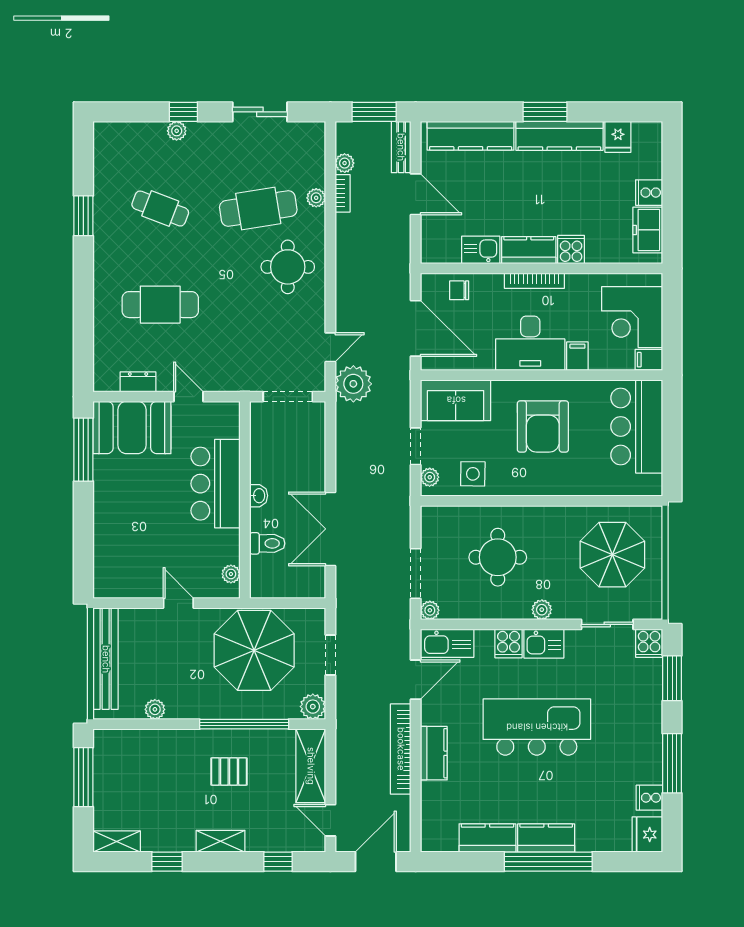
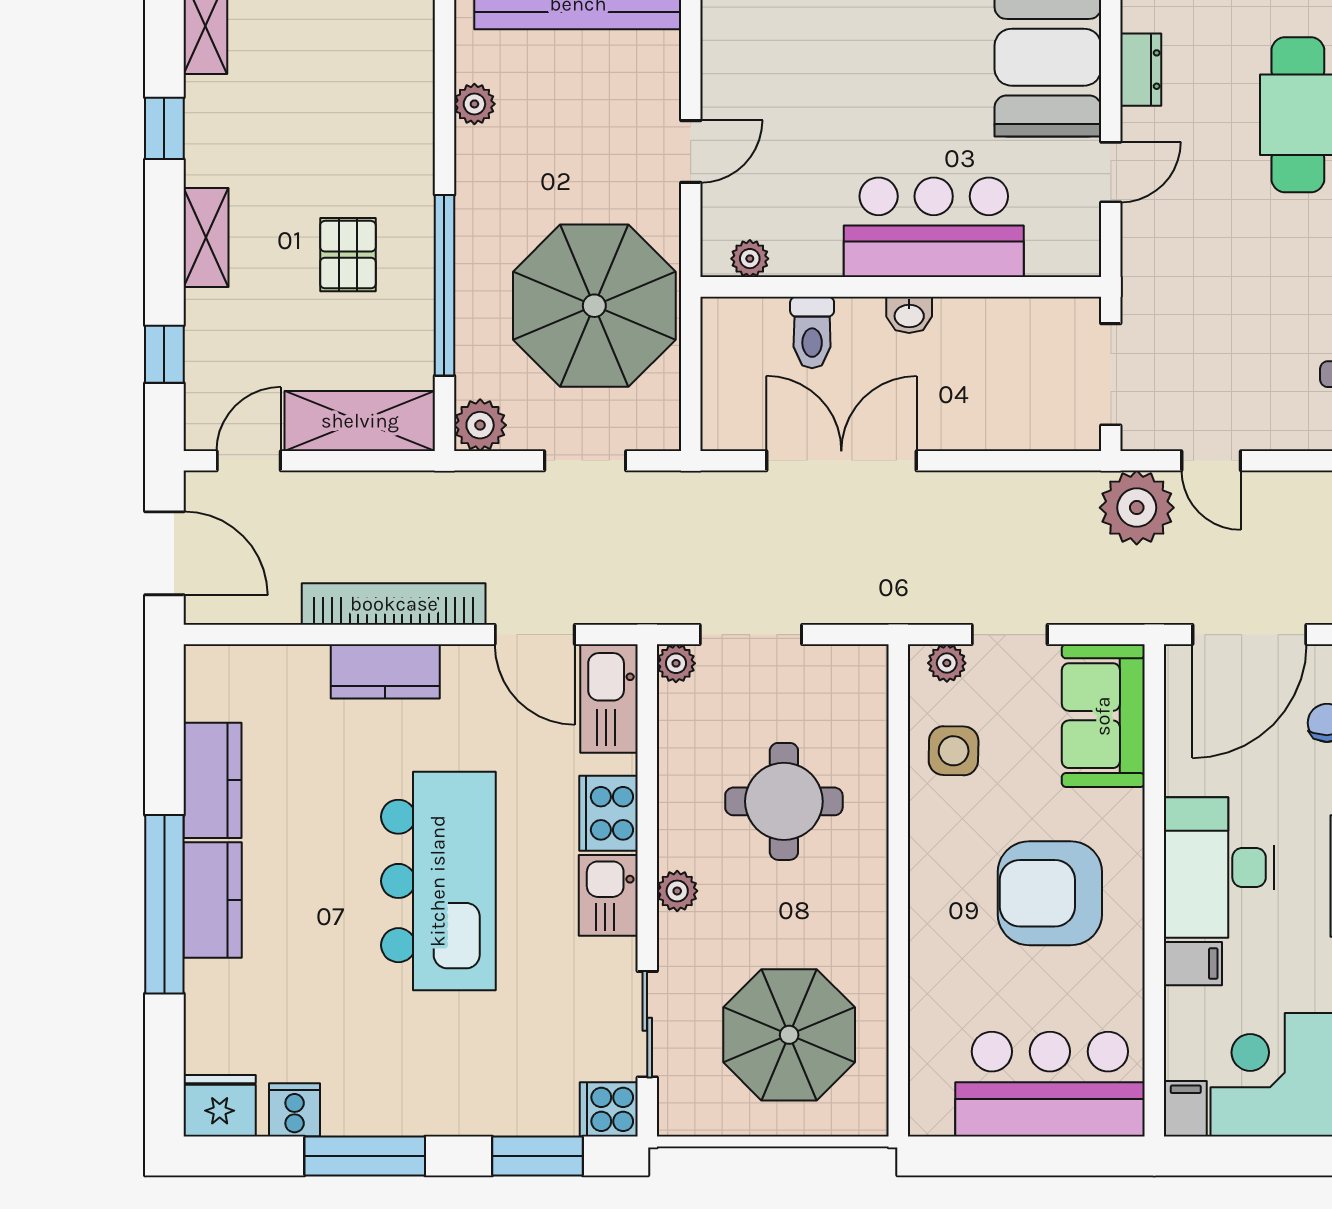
cooker: (508, 643) -> (608, 813), width x1.36

